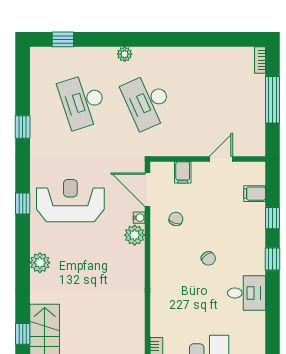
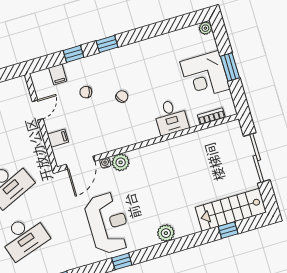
door: (221, 159) -> (38, 110), swing flipped
reception desk: (70, 201) -> (108, 223), turned 180
chair: (176, 219) -> (86, 92), moved
desk: (246, 293) -> (171, 117), moved, turned 180

